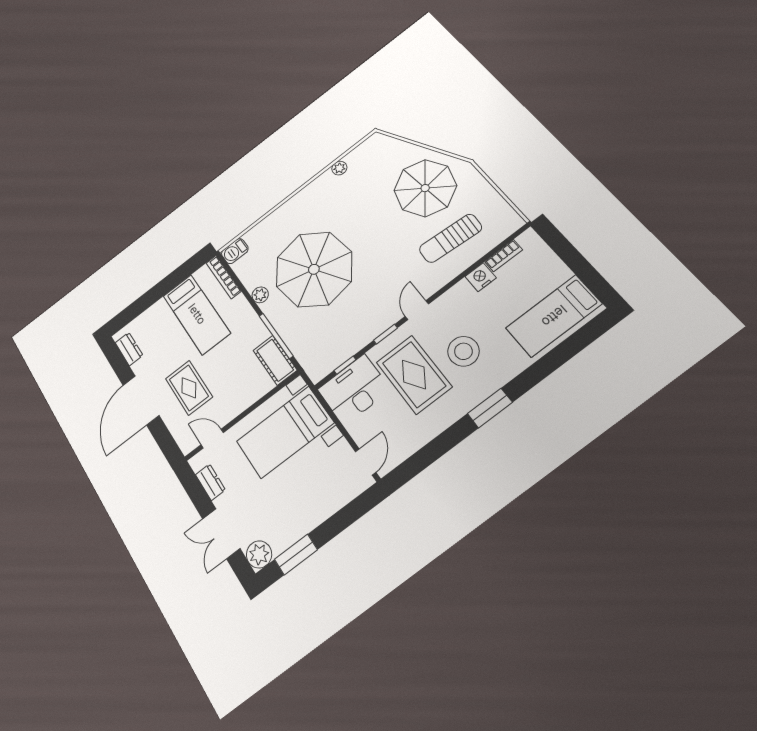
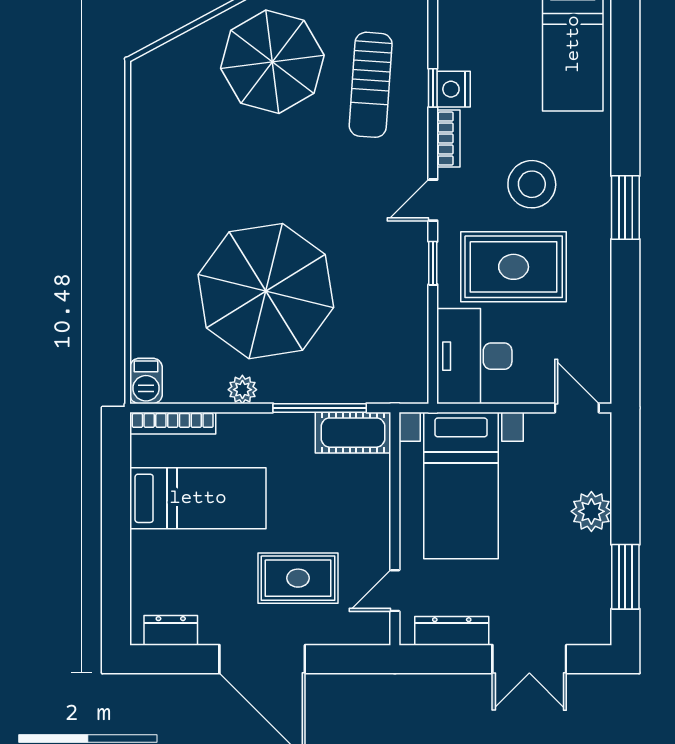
plant: (339, 168) -> (143, 150), removed
bookcase: (504, 256) -> (448, 139), moved
door: (417, 310) -> (433, 200), hinge flipped
window: (345, 365) -> (433, 88), moved
dresser: (210, 482) -> (452, 631), width x1.44
plant: (259, 554) -> (591, 511), moved

